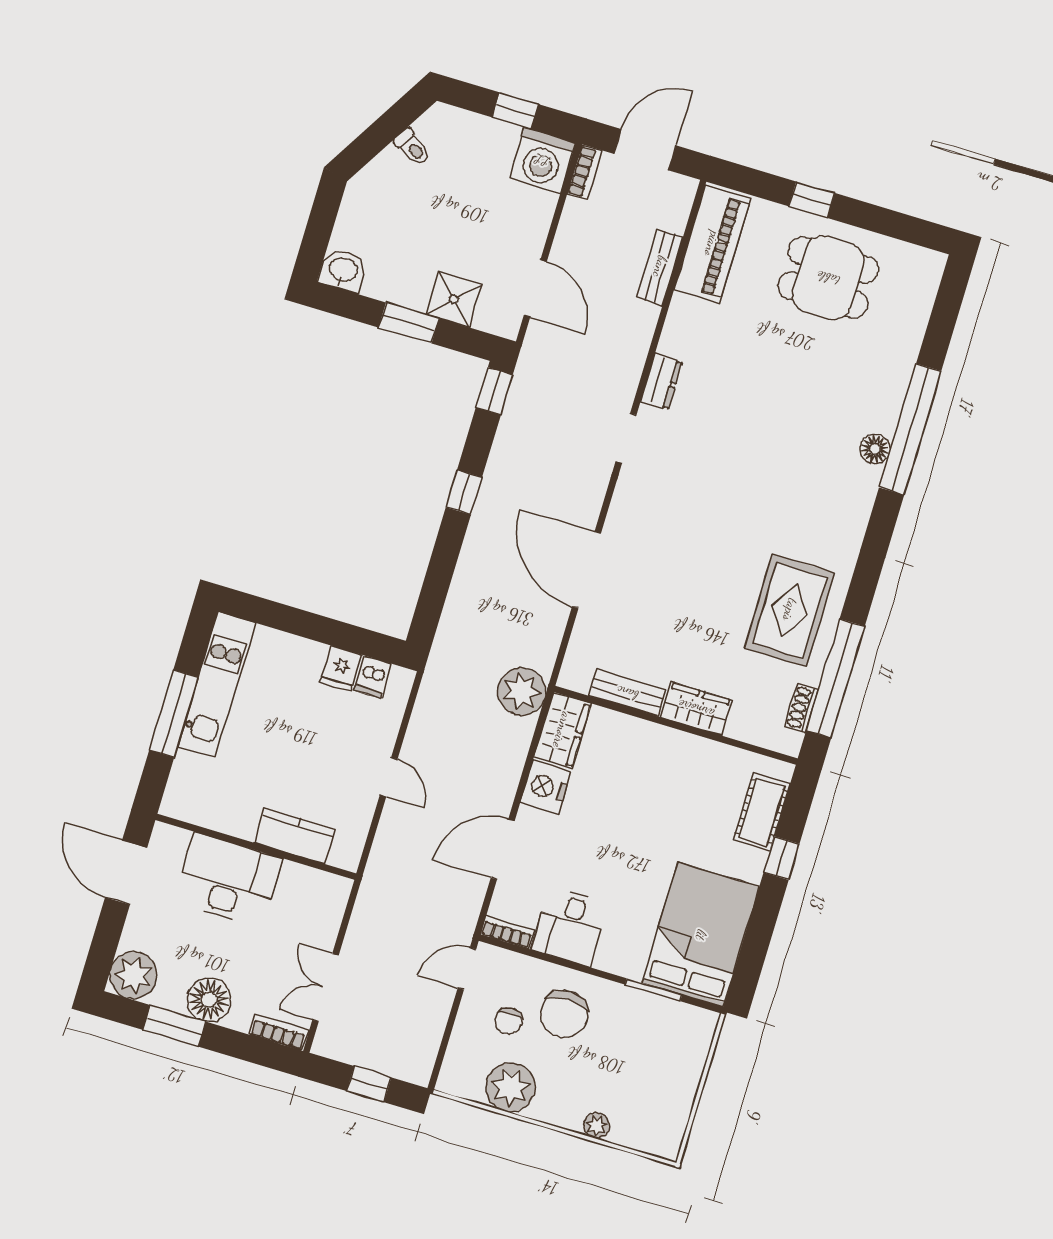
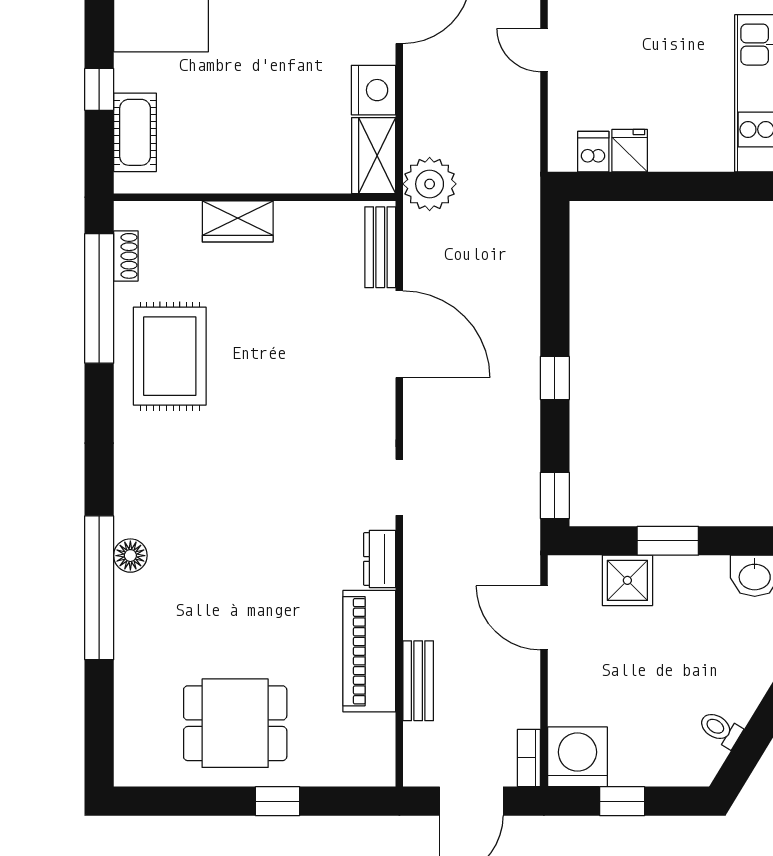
piano: (712, 244) -> (369, 651), moved
bench: (627, 693) -> (380, 247), moved, turned 90

